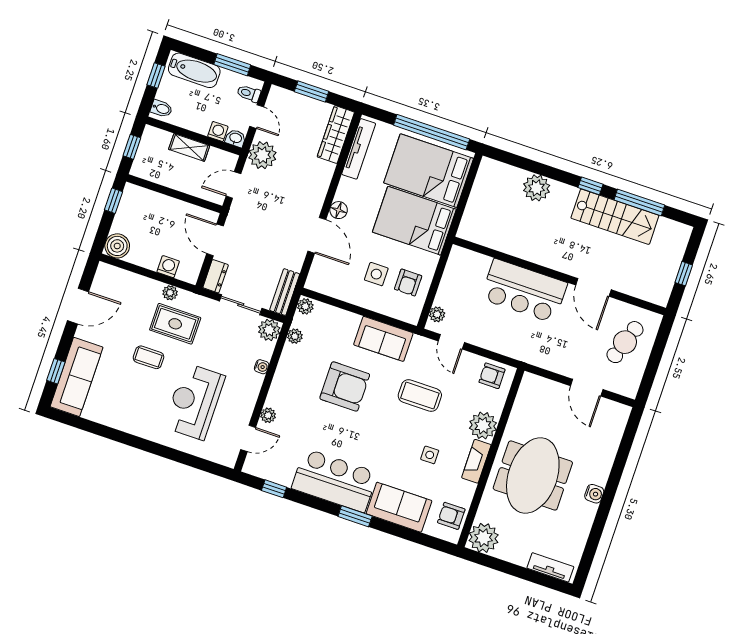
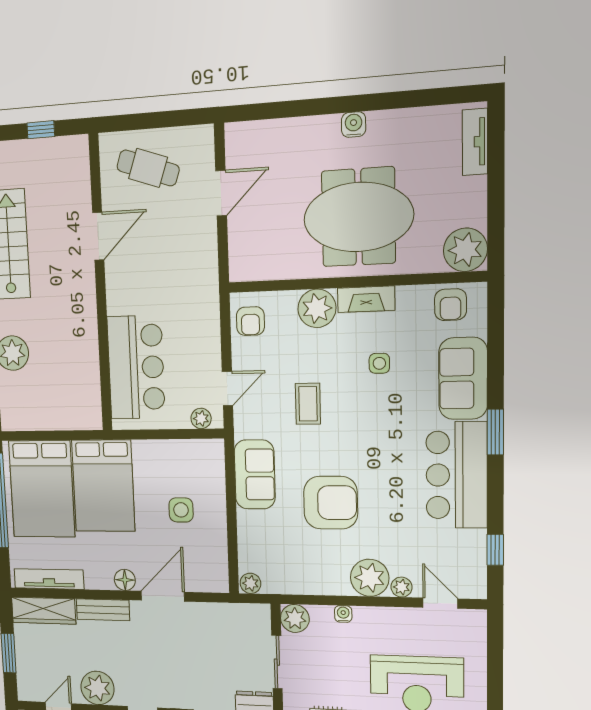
armchair: (408, 283) -> (177, 468), removed
bar counter: (524, 291) -> (136, 367), moved
bench: (285, 292) -> (103, 610), moved
plant: (295, 336) -> (370, 578), moved, width x1.88, depth x1.88
armchair: (345, 386) -> (331, 503), turned 90
coffee table: (420, 396) -> (308, 404), width x0.73, depth x0.77

